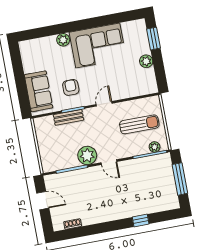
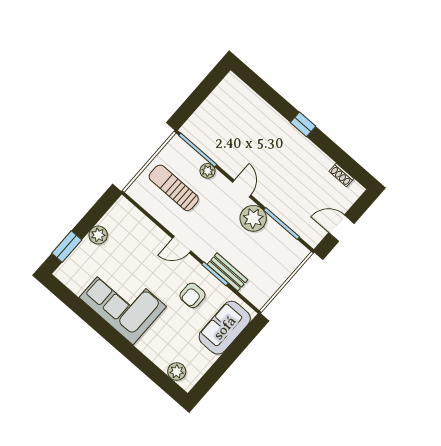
plant: (63, 40) -> (177, 372), moved
plant: (155, 147) -> (208, 171), moved
window: (180, 179) -> (199, 96), removed
door: (43, 201) -> (341, 228), hinge flipped
window: (141, 220) -> (303, 124), moved

